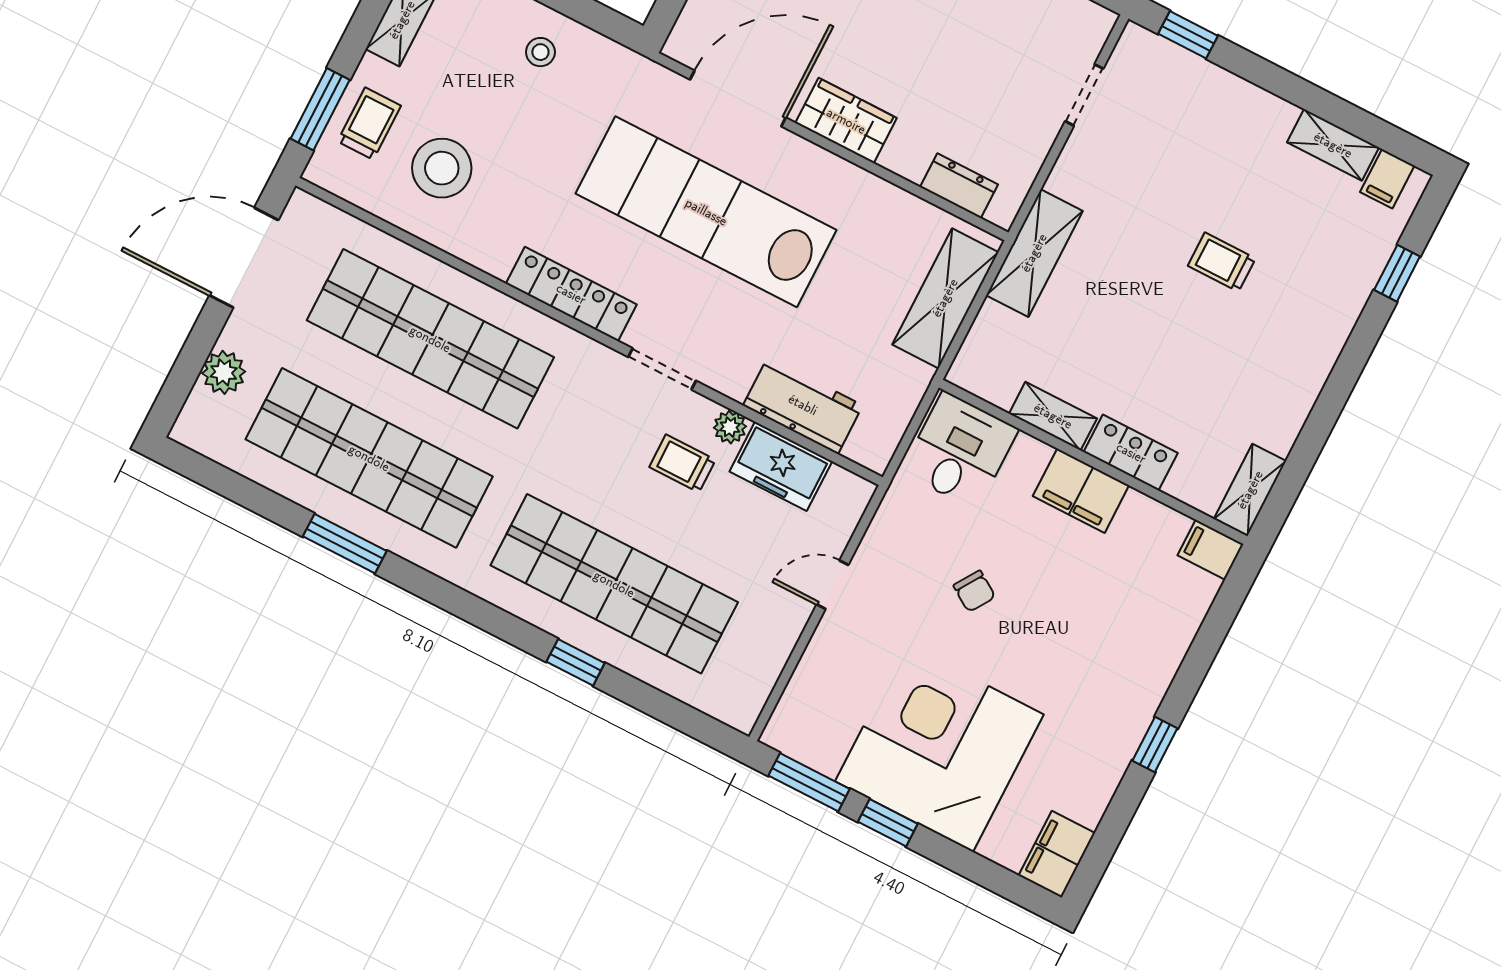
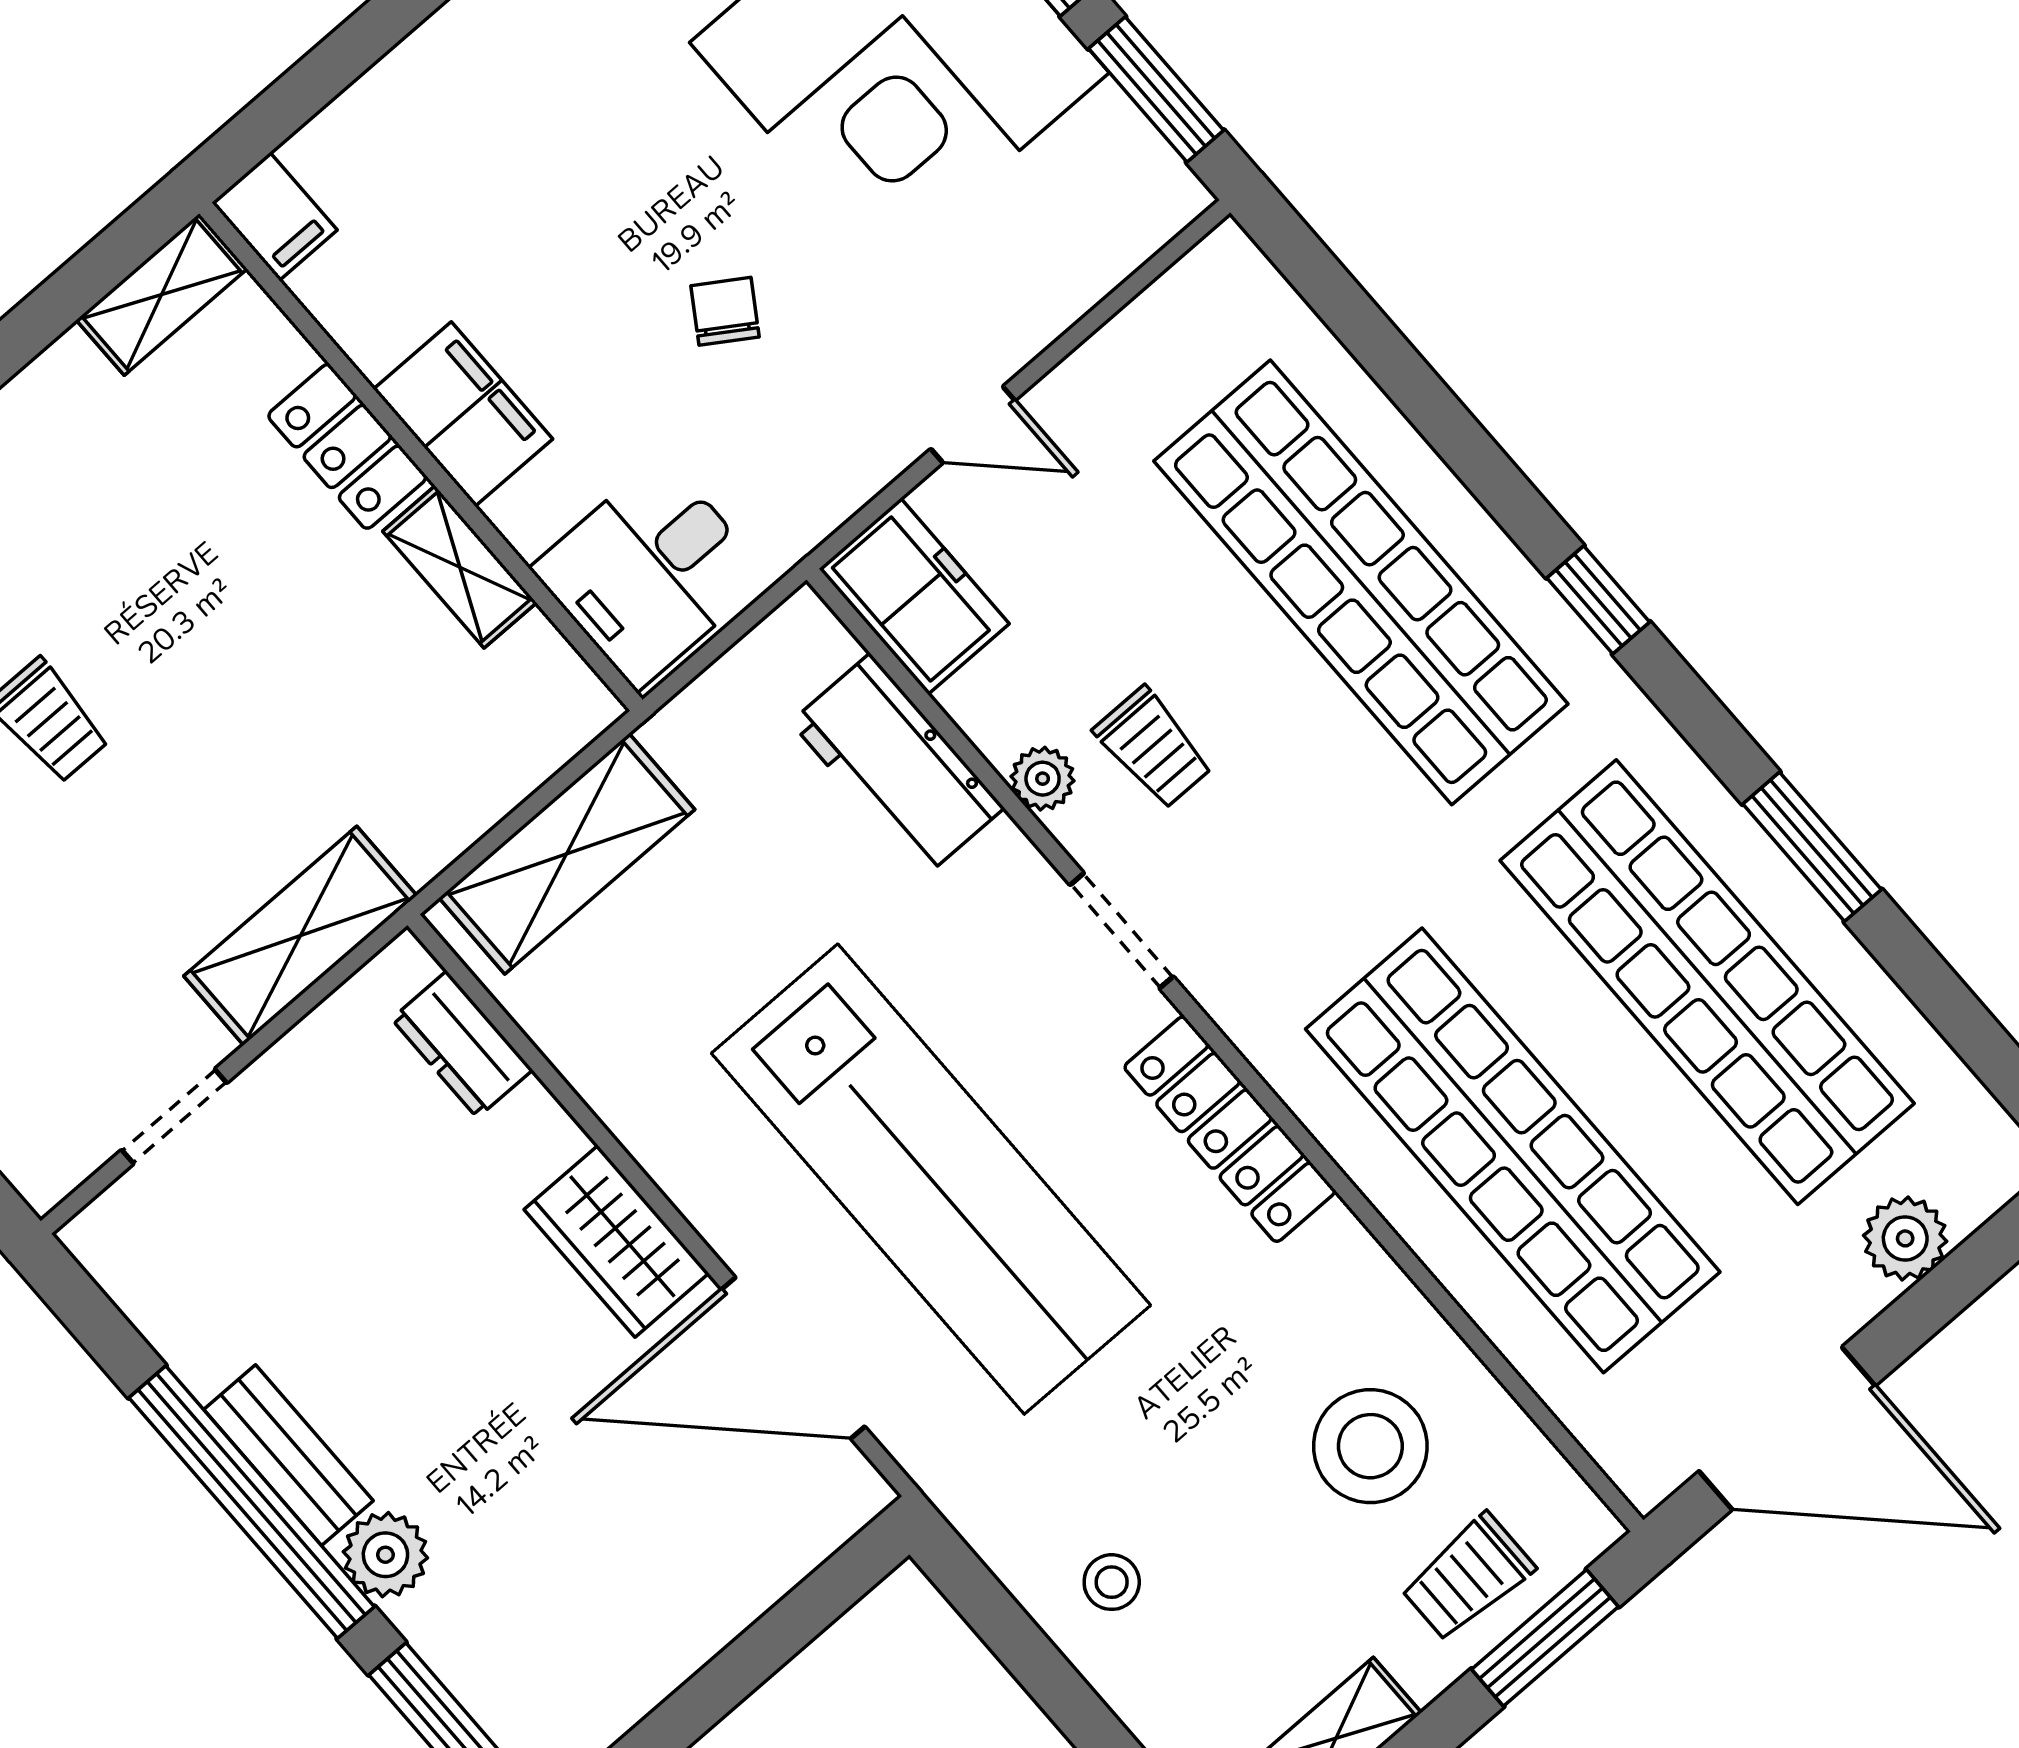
shelving: (1034, 253) -> (300, 936), moved
freezer: (781, 466) -> (914, 596), moved
window: (576, 662) -> (1598, 600), moved

